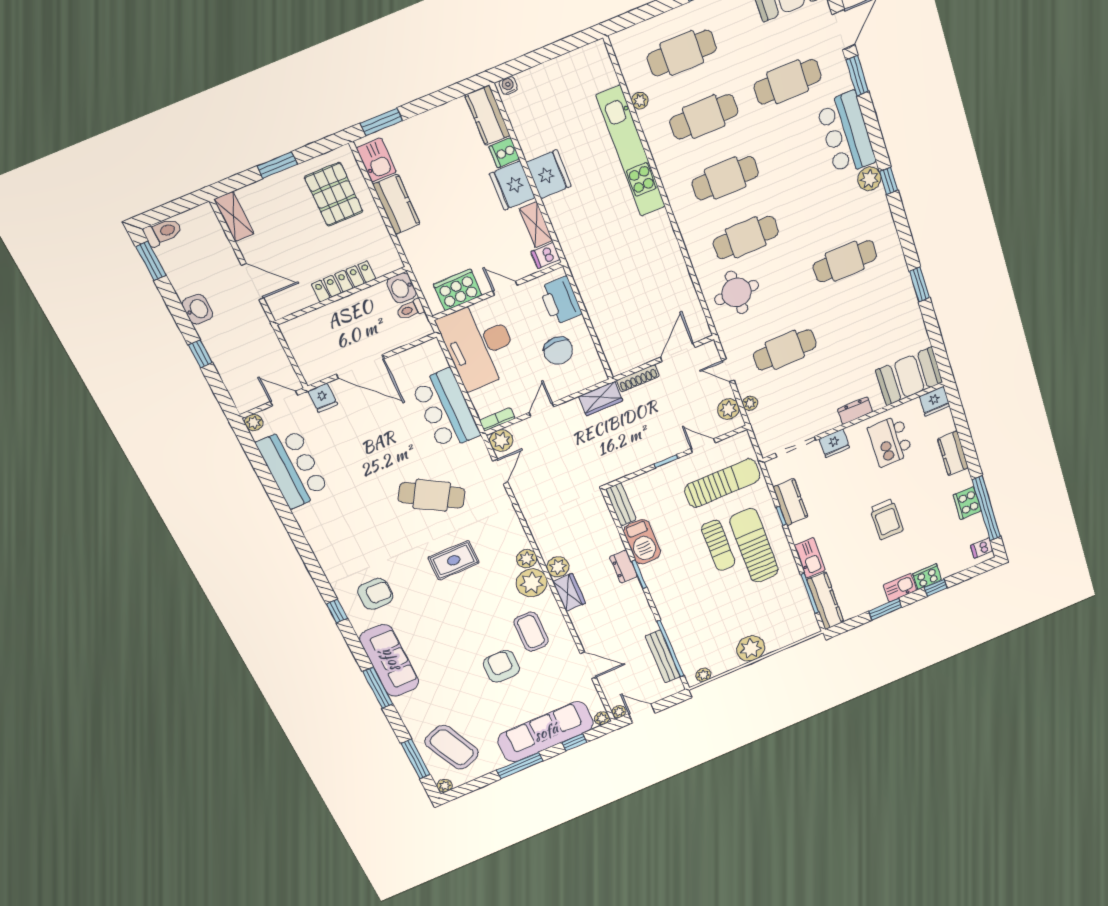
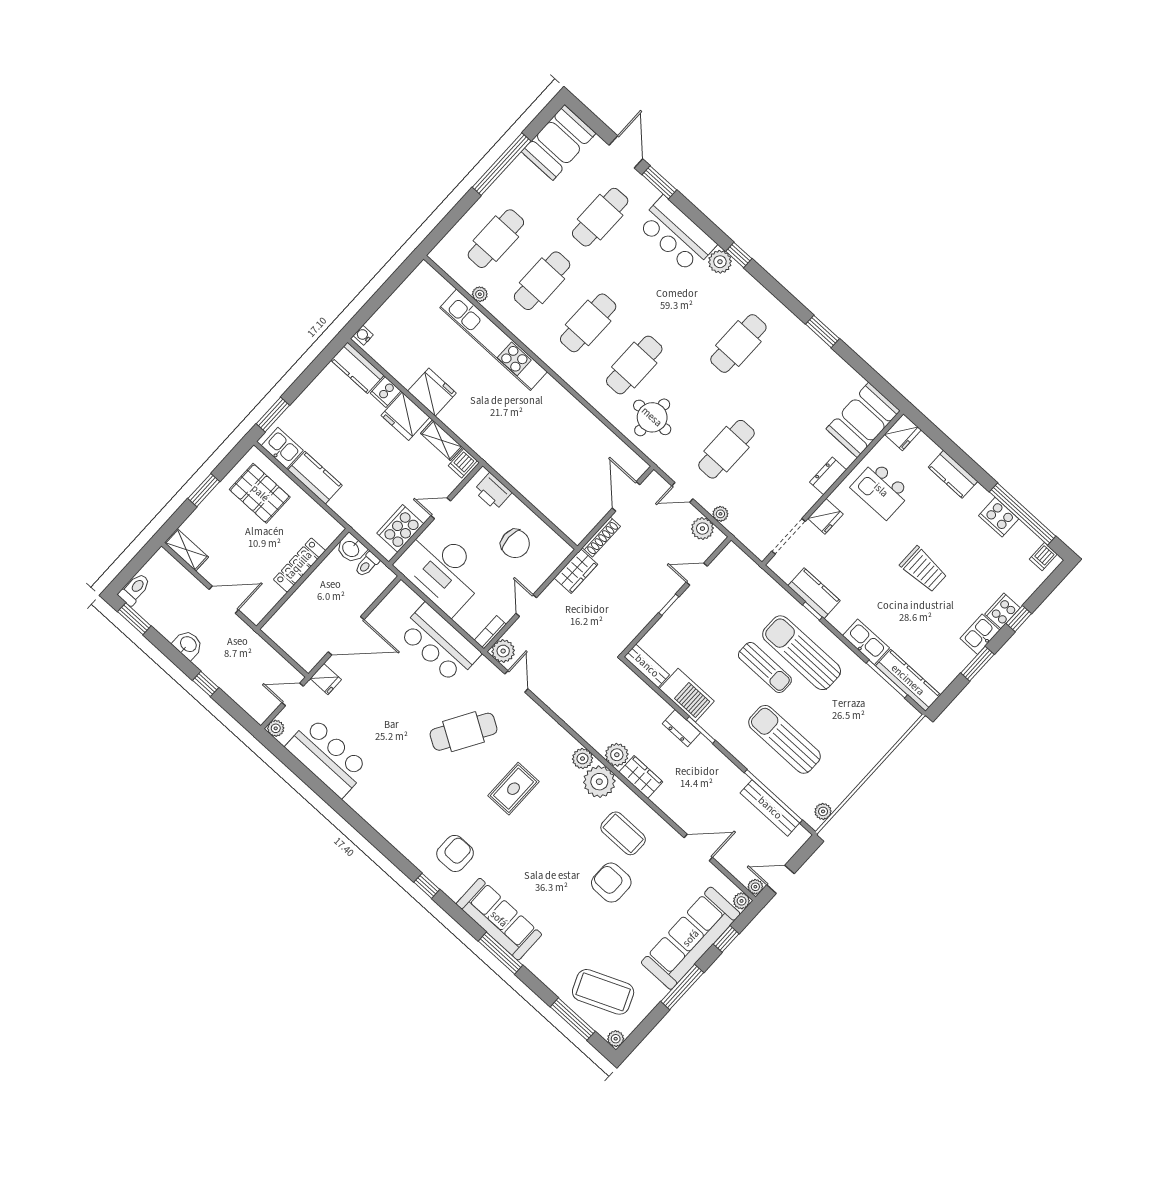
printer: (561, 301) -> (493, 492), width x0.73, depth x0.84
sun lounger: (722, 483) -> (784, 739), moved, turned -90
plant: (751, 648) -> (857, 763), removed

